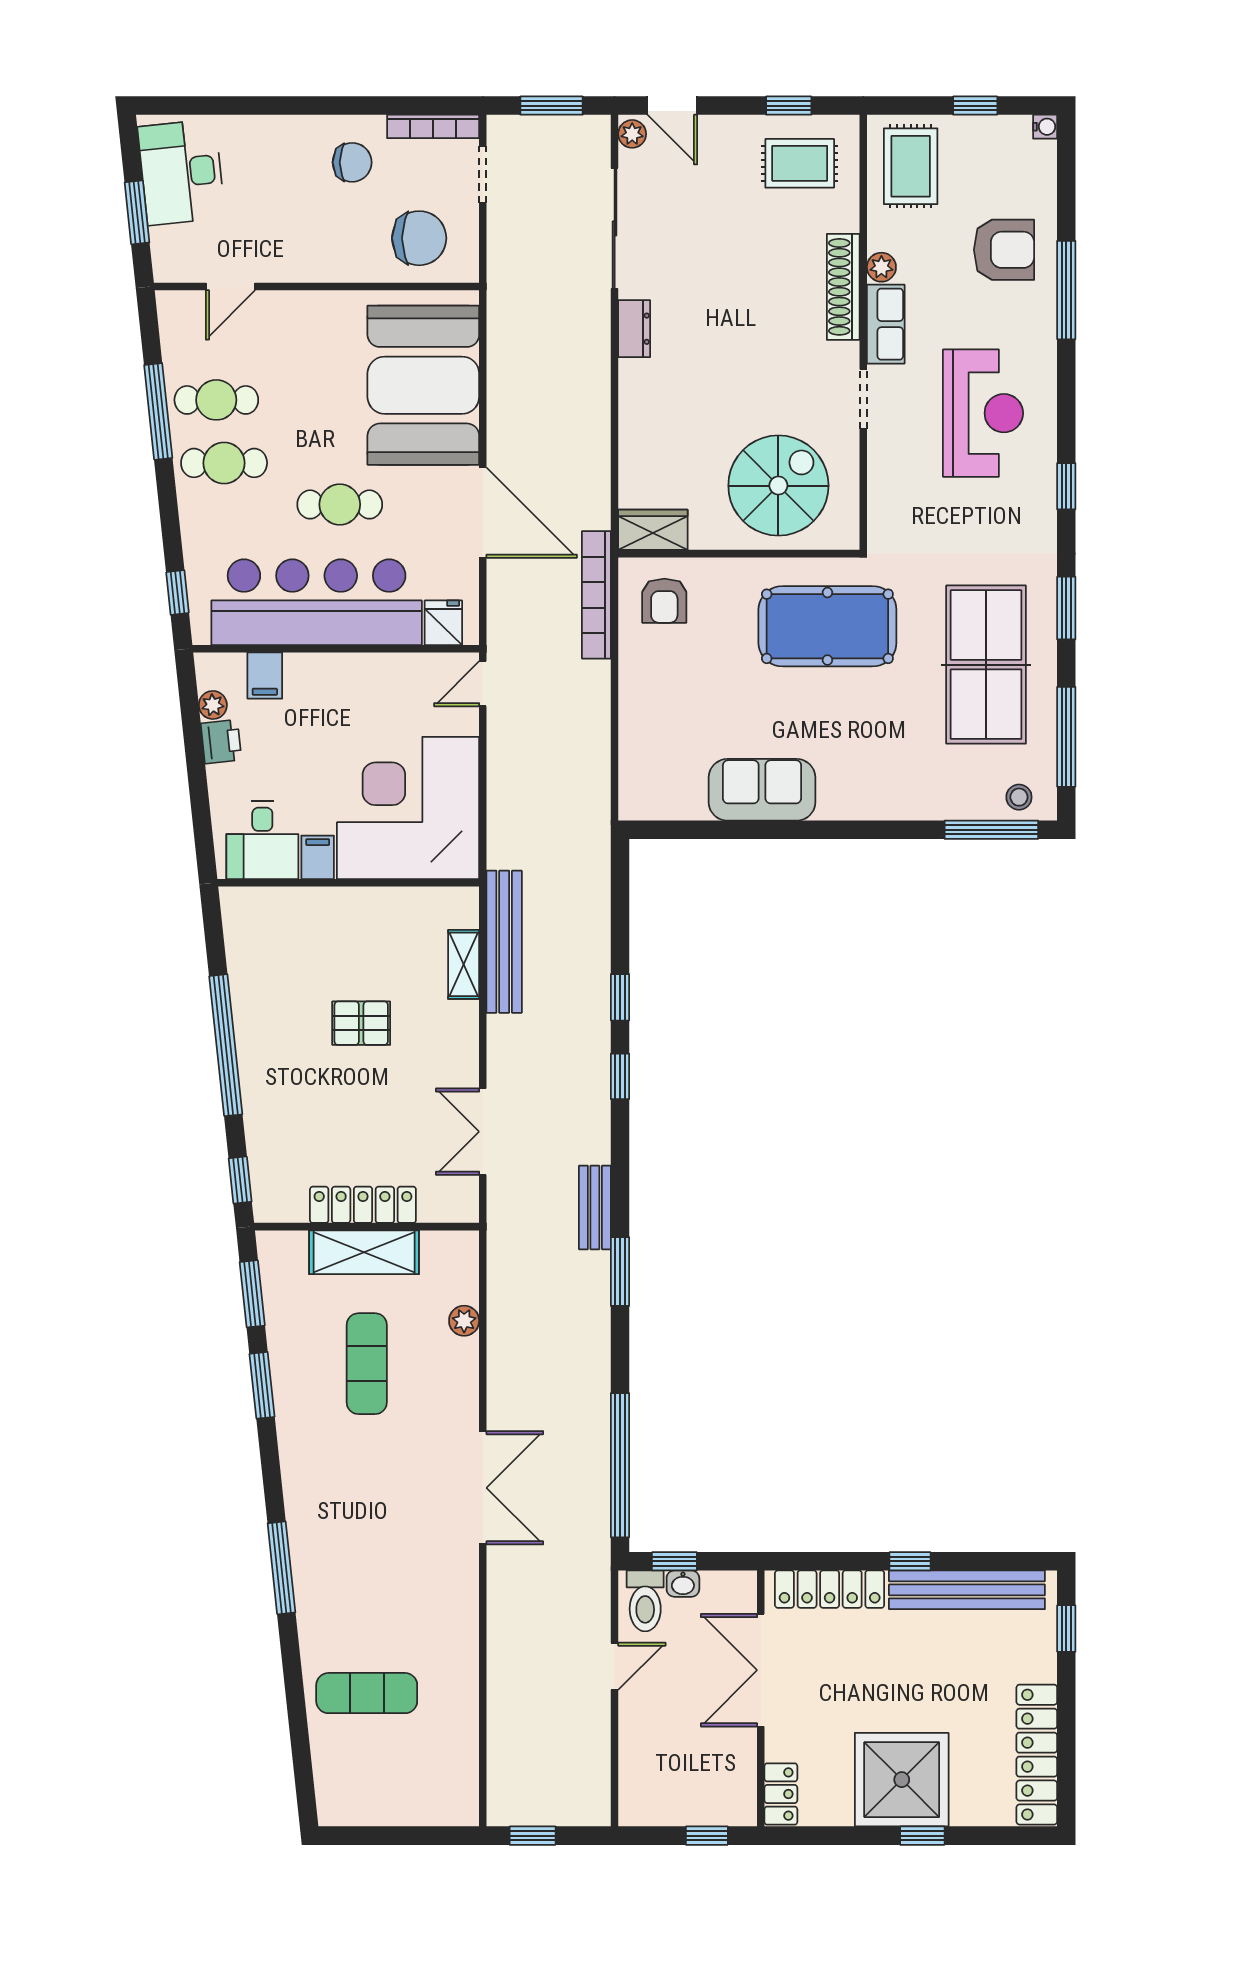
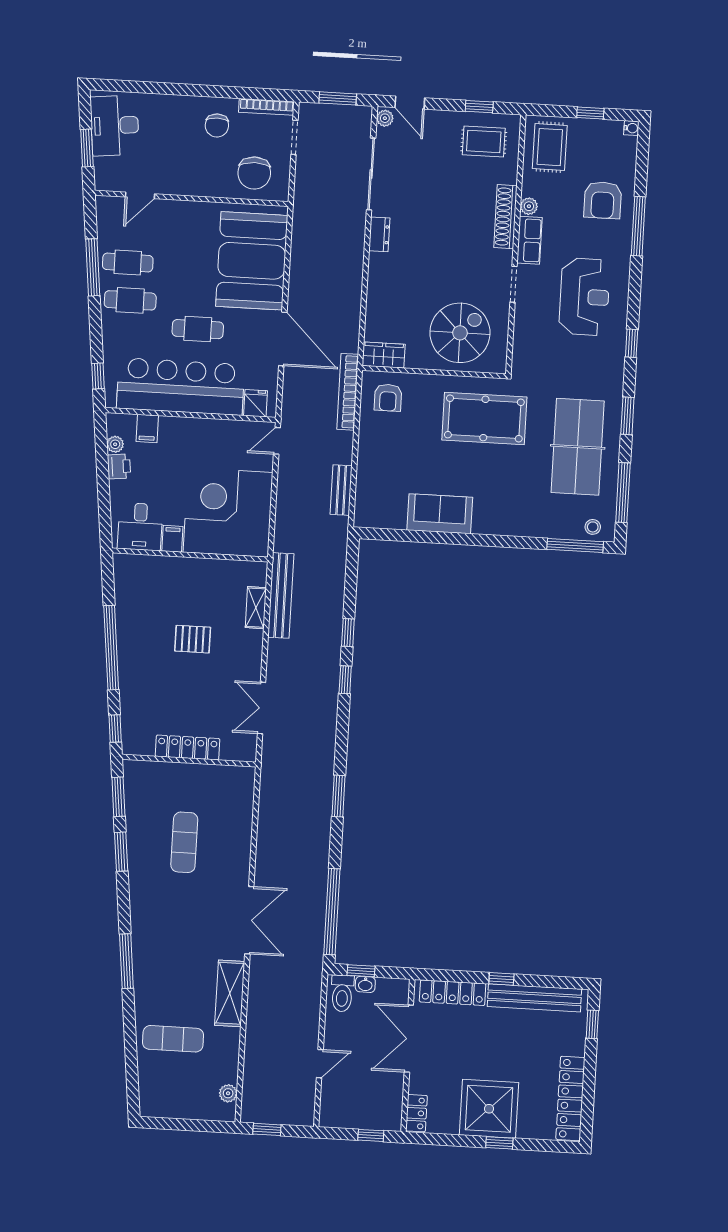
chair: (352, 162) -> (217, 125), turned 90
chair: (419, 238) -> (254, 173), turned 90
armchair: (1004, 250) -> (603, 200), turned 90
bench: (595, 1207) -> (341, 490), moved
shelving: (364, 1252) -> (230, 993), moved, turned 90
plant: (464, 1321) -> (228, 1093), moved
door: (615, 1666) -> (320, 1064), moved

